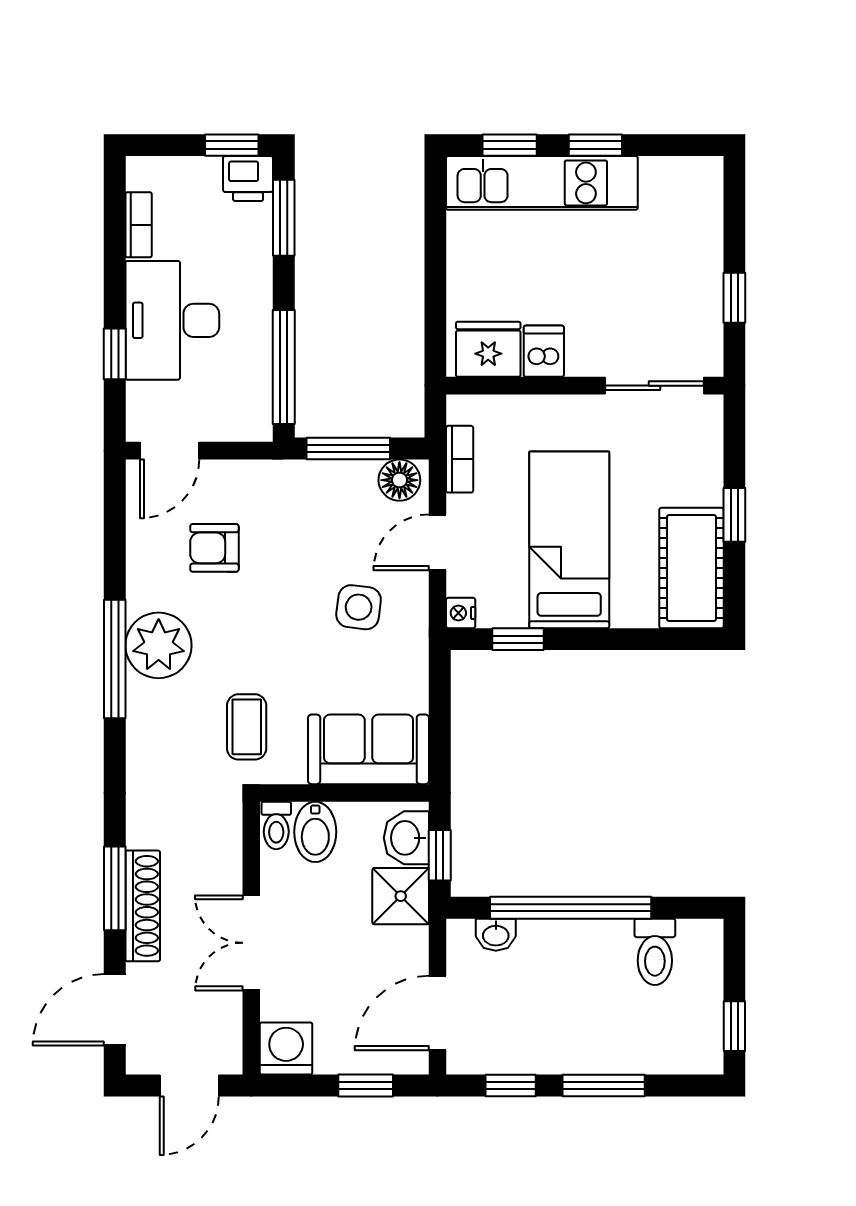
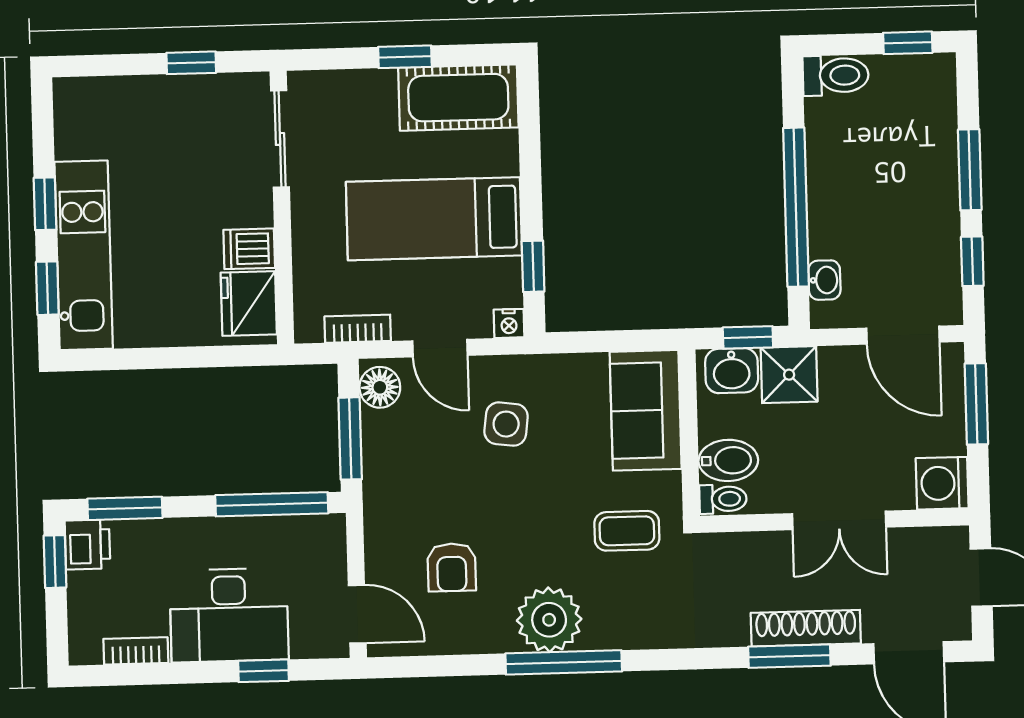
toilet: (655, 952) -> (836, 75), moved
window: (366, 1085) -> (976, 404), width x1.50

